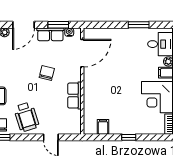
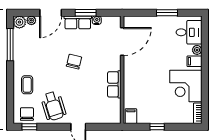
door: (82, 53) -> (122, 42), moved
wall: (82, 81) -> (122, 70), moved
row of seats: (74, 96) -> (114, 84), moved

